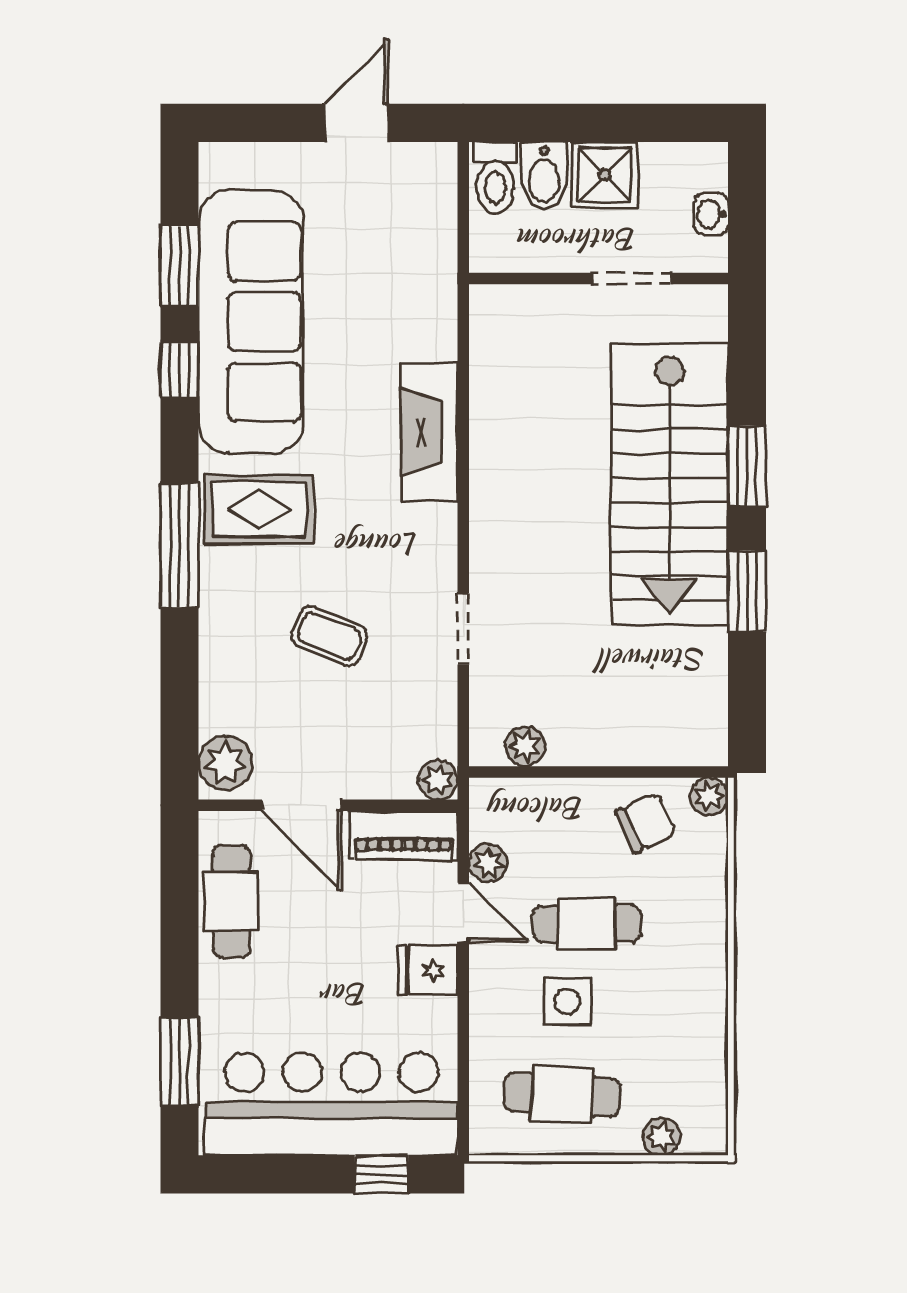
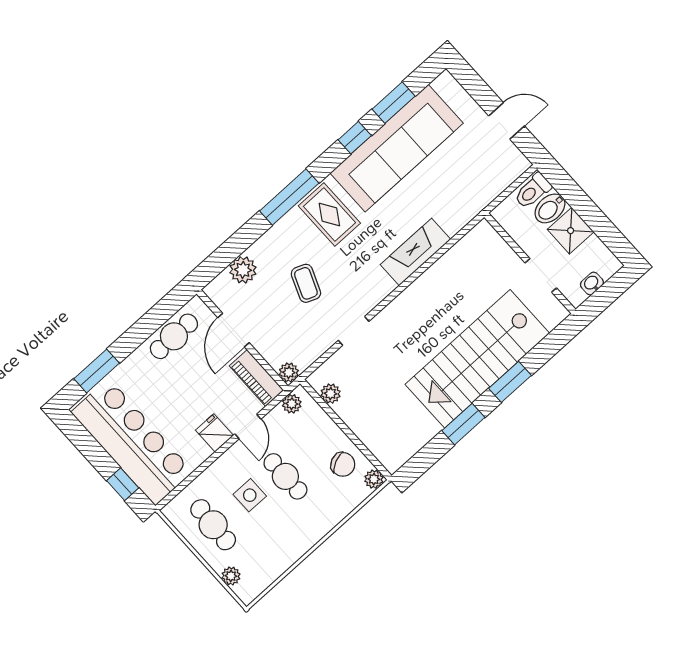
plant: (226, 763) -> (243, 270), moved
plant: (488, 863) -> (292, 404), moved

